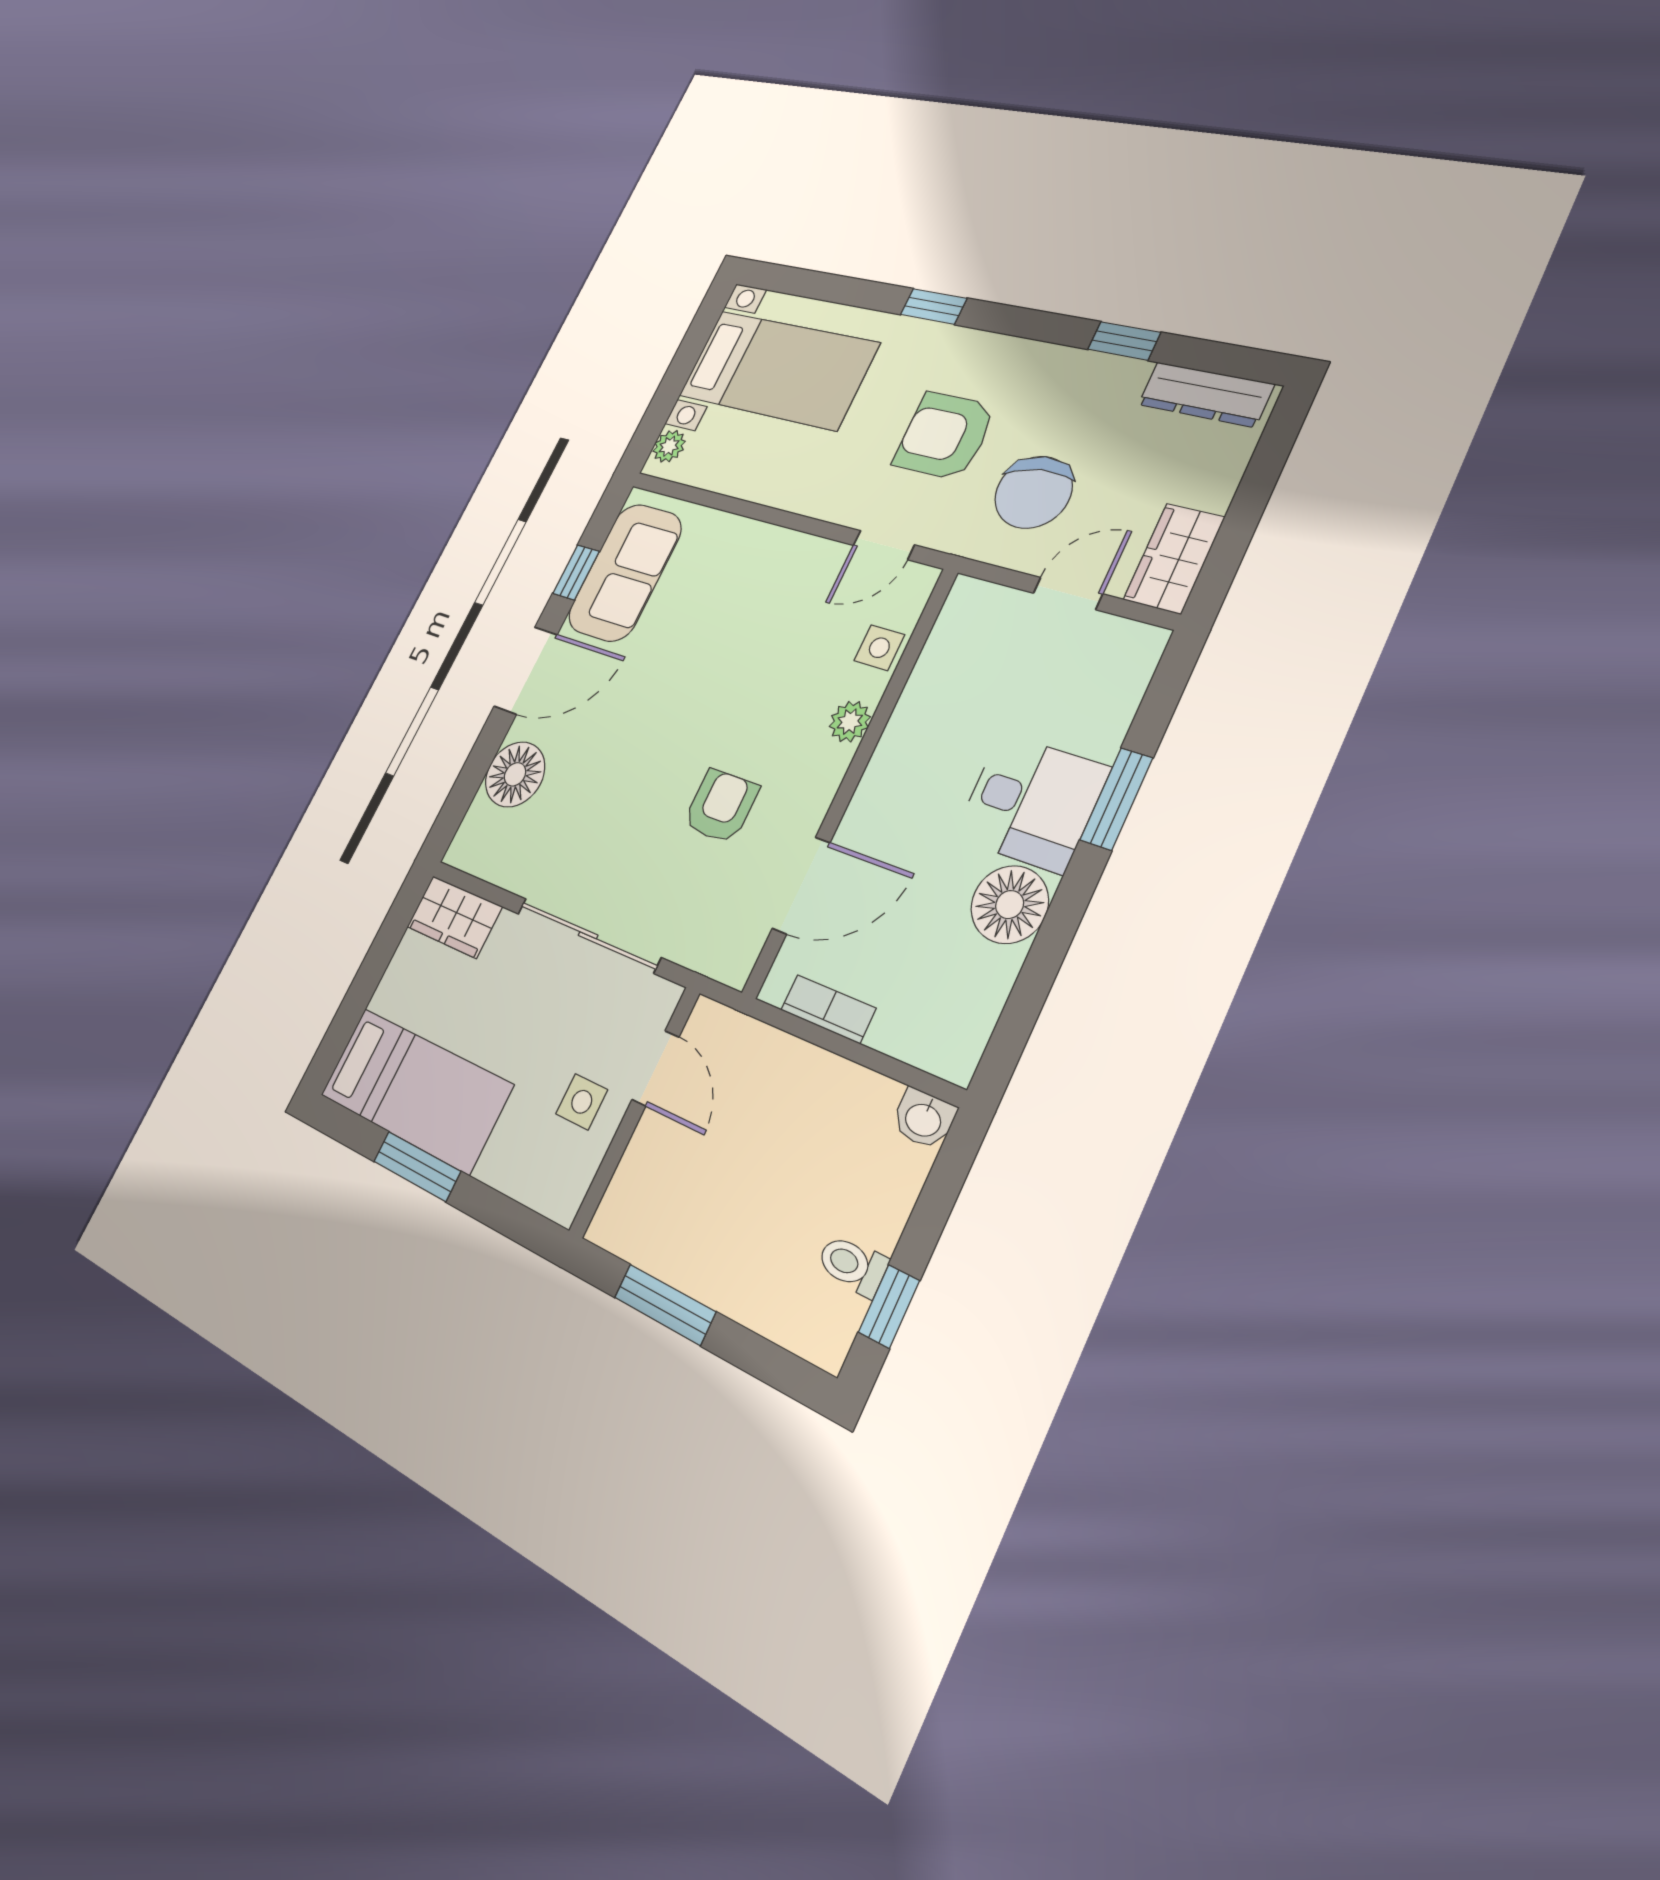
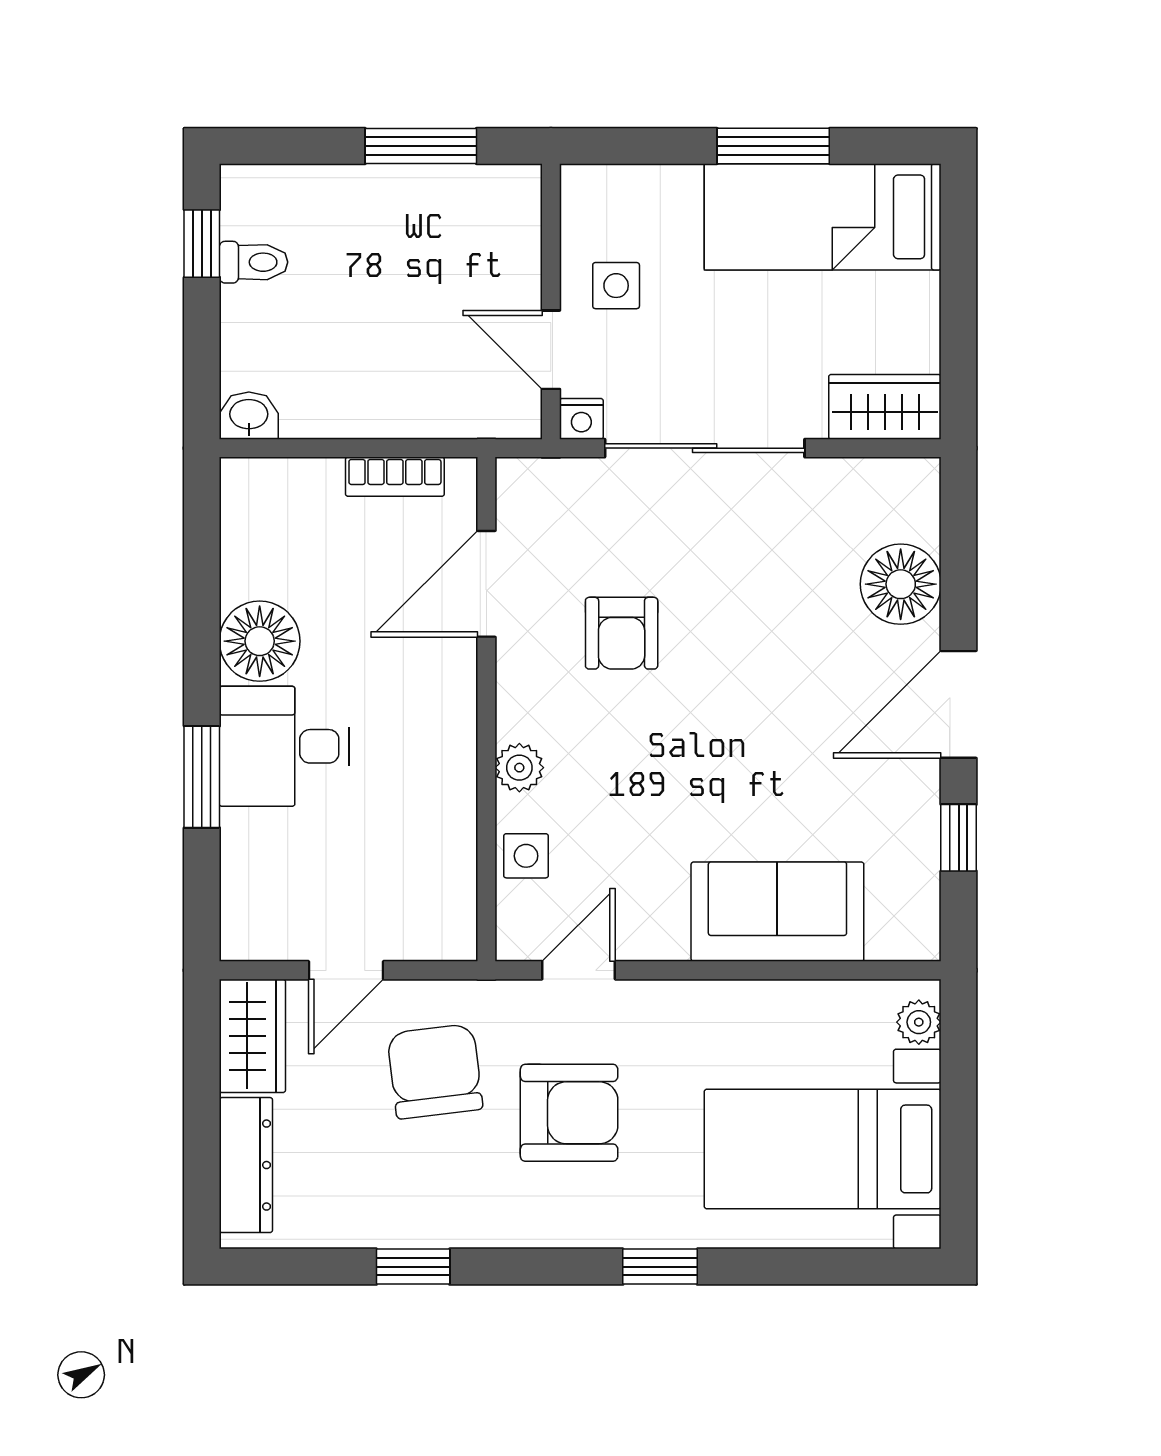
dresser: (1206, 394) -> (246, 1165), moved, turned 90
sofa: (625, 572) -> (777, 912), moved, turned 90
nightstand: (662, 998) -> (581, 419), added

